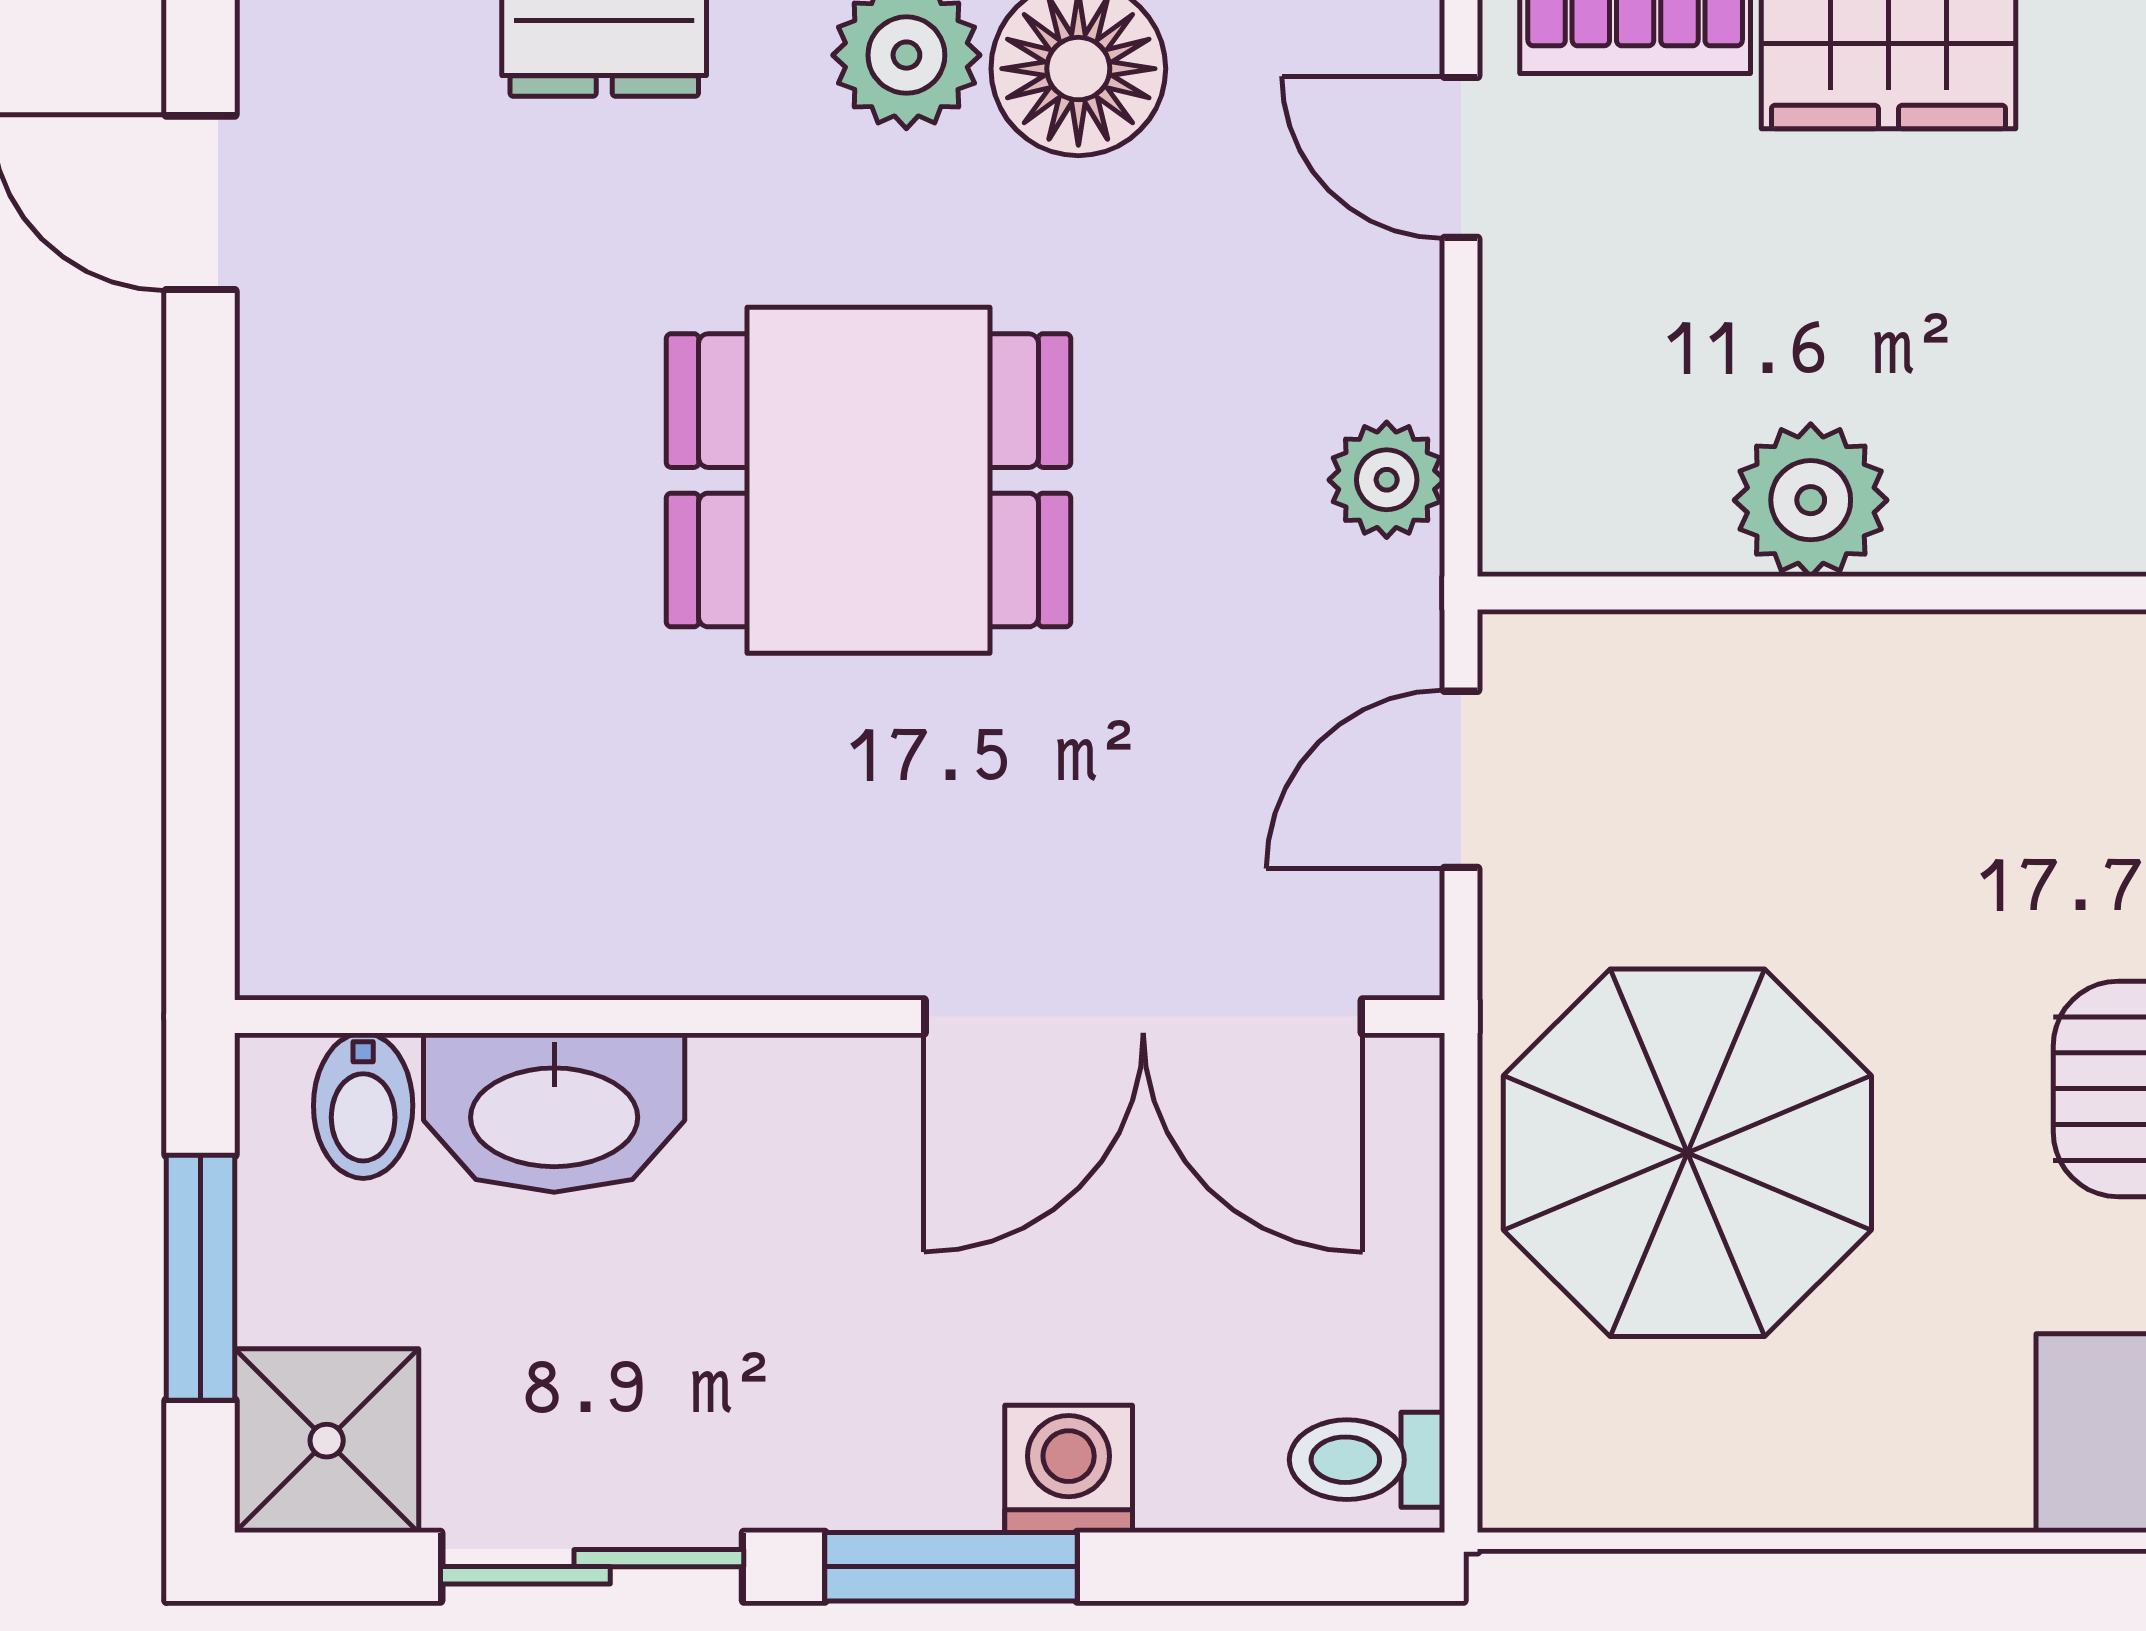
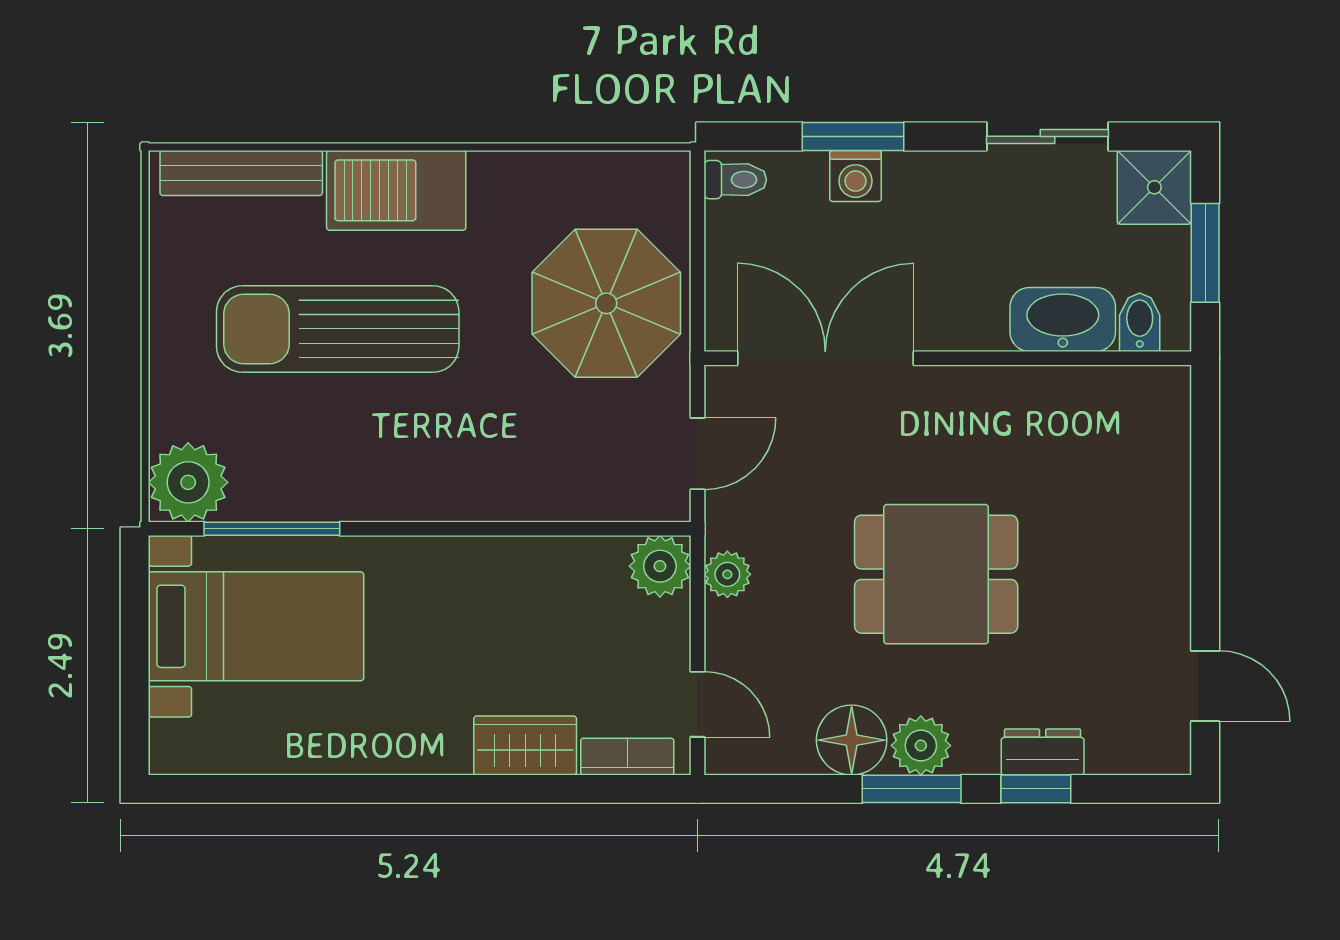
plant: (1811, 500) -> (660, 566), moved
window: (951, 1567) -> (853, 136), moved

